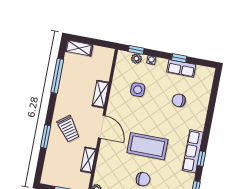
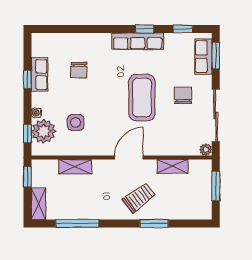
window: (102, 43) -> (27, 177), added
plant: (136, 58) -> (44, 131), width x1.88, depth x1.88
shelving: (101, 94) -> (75, 167), moved

